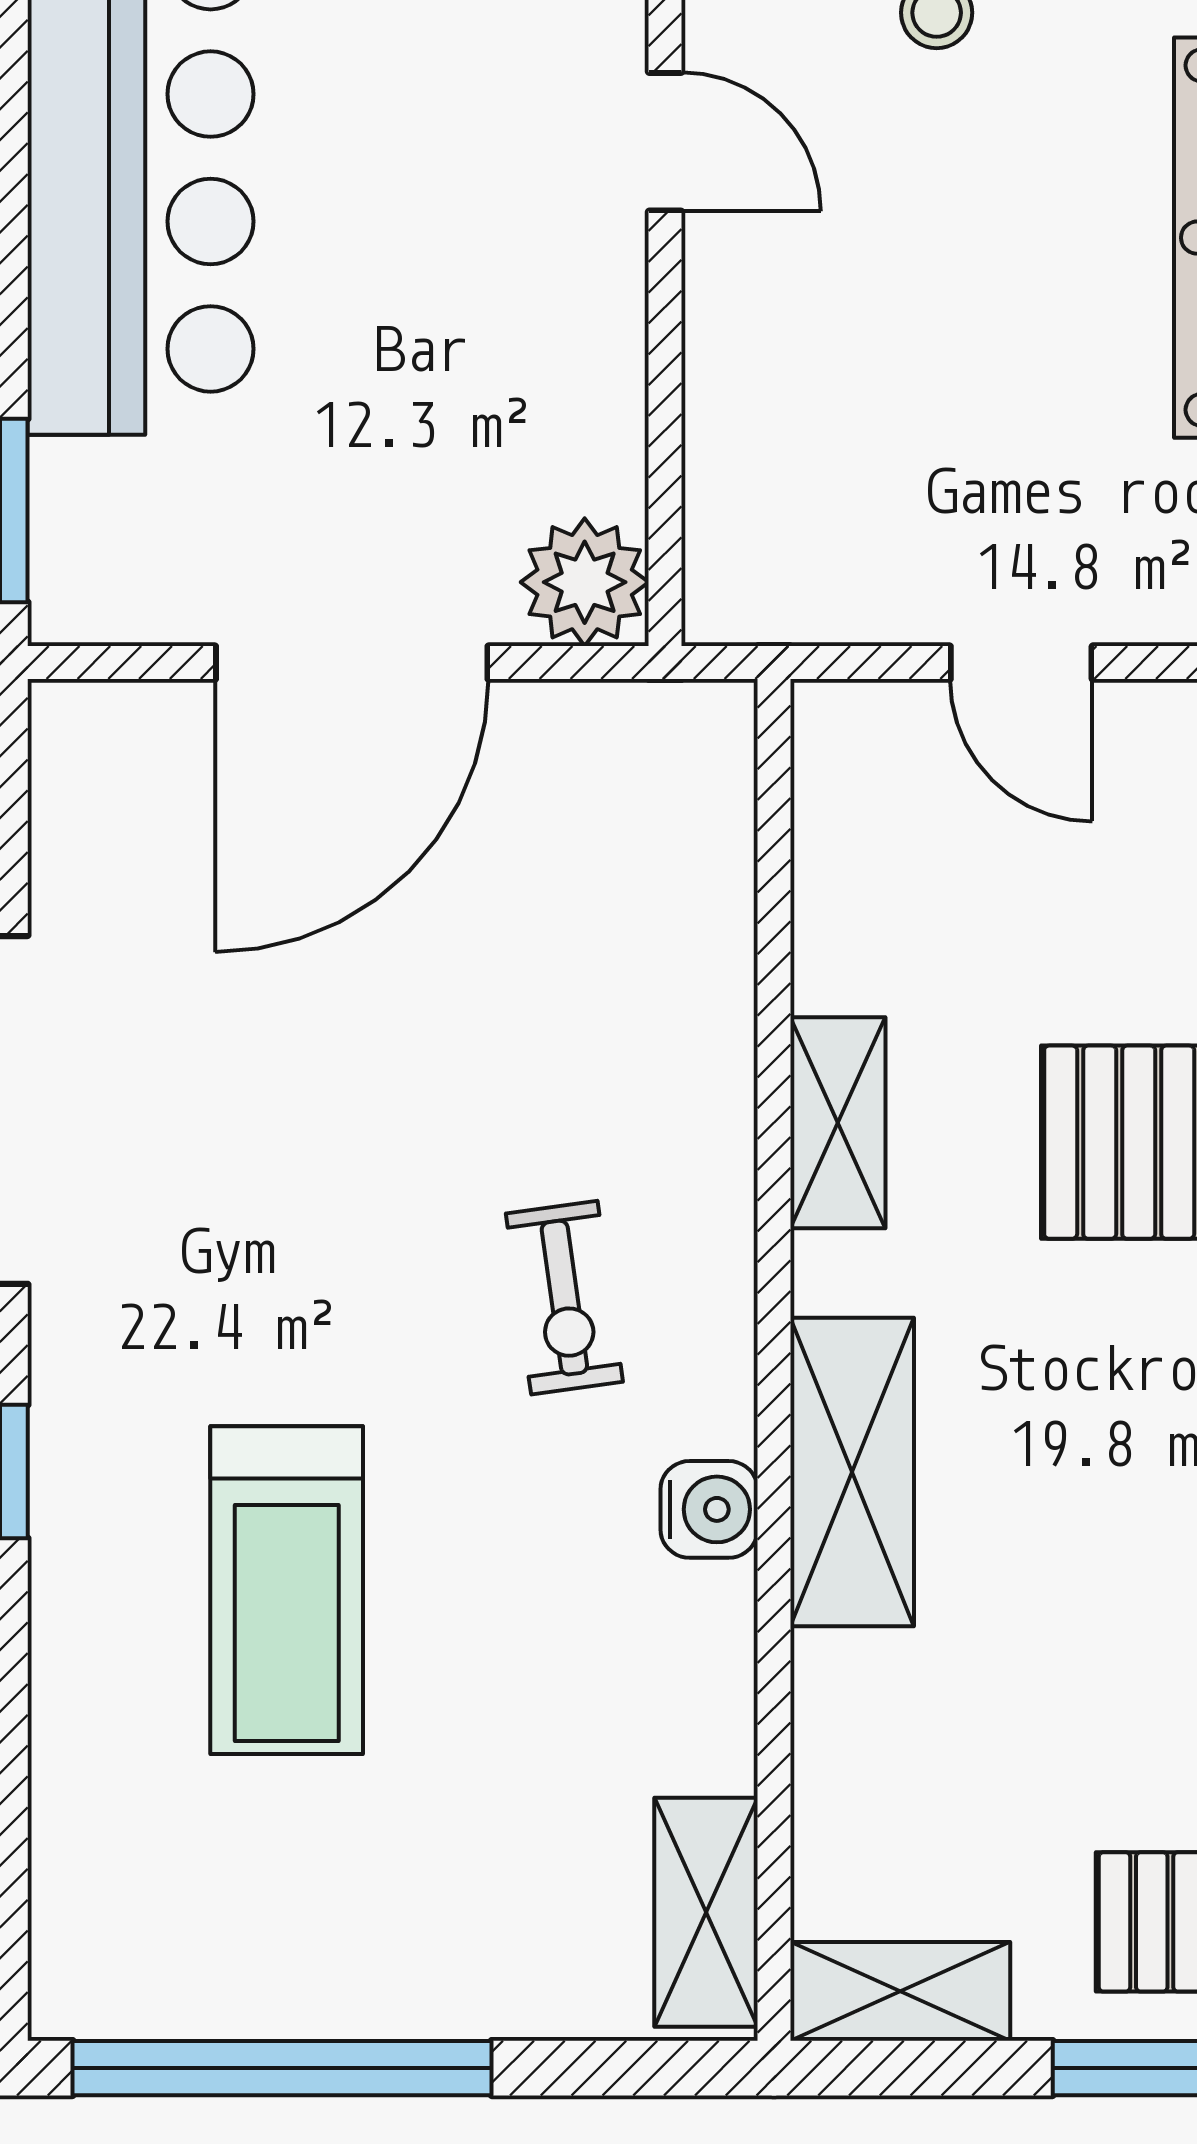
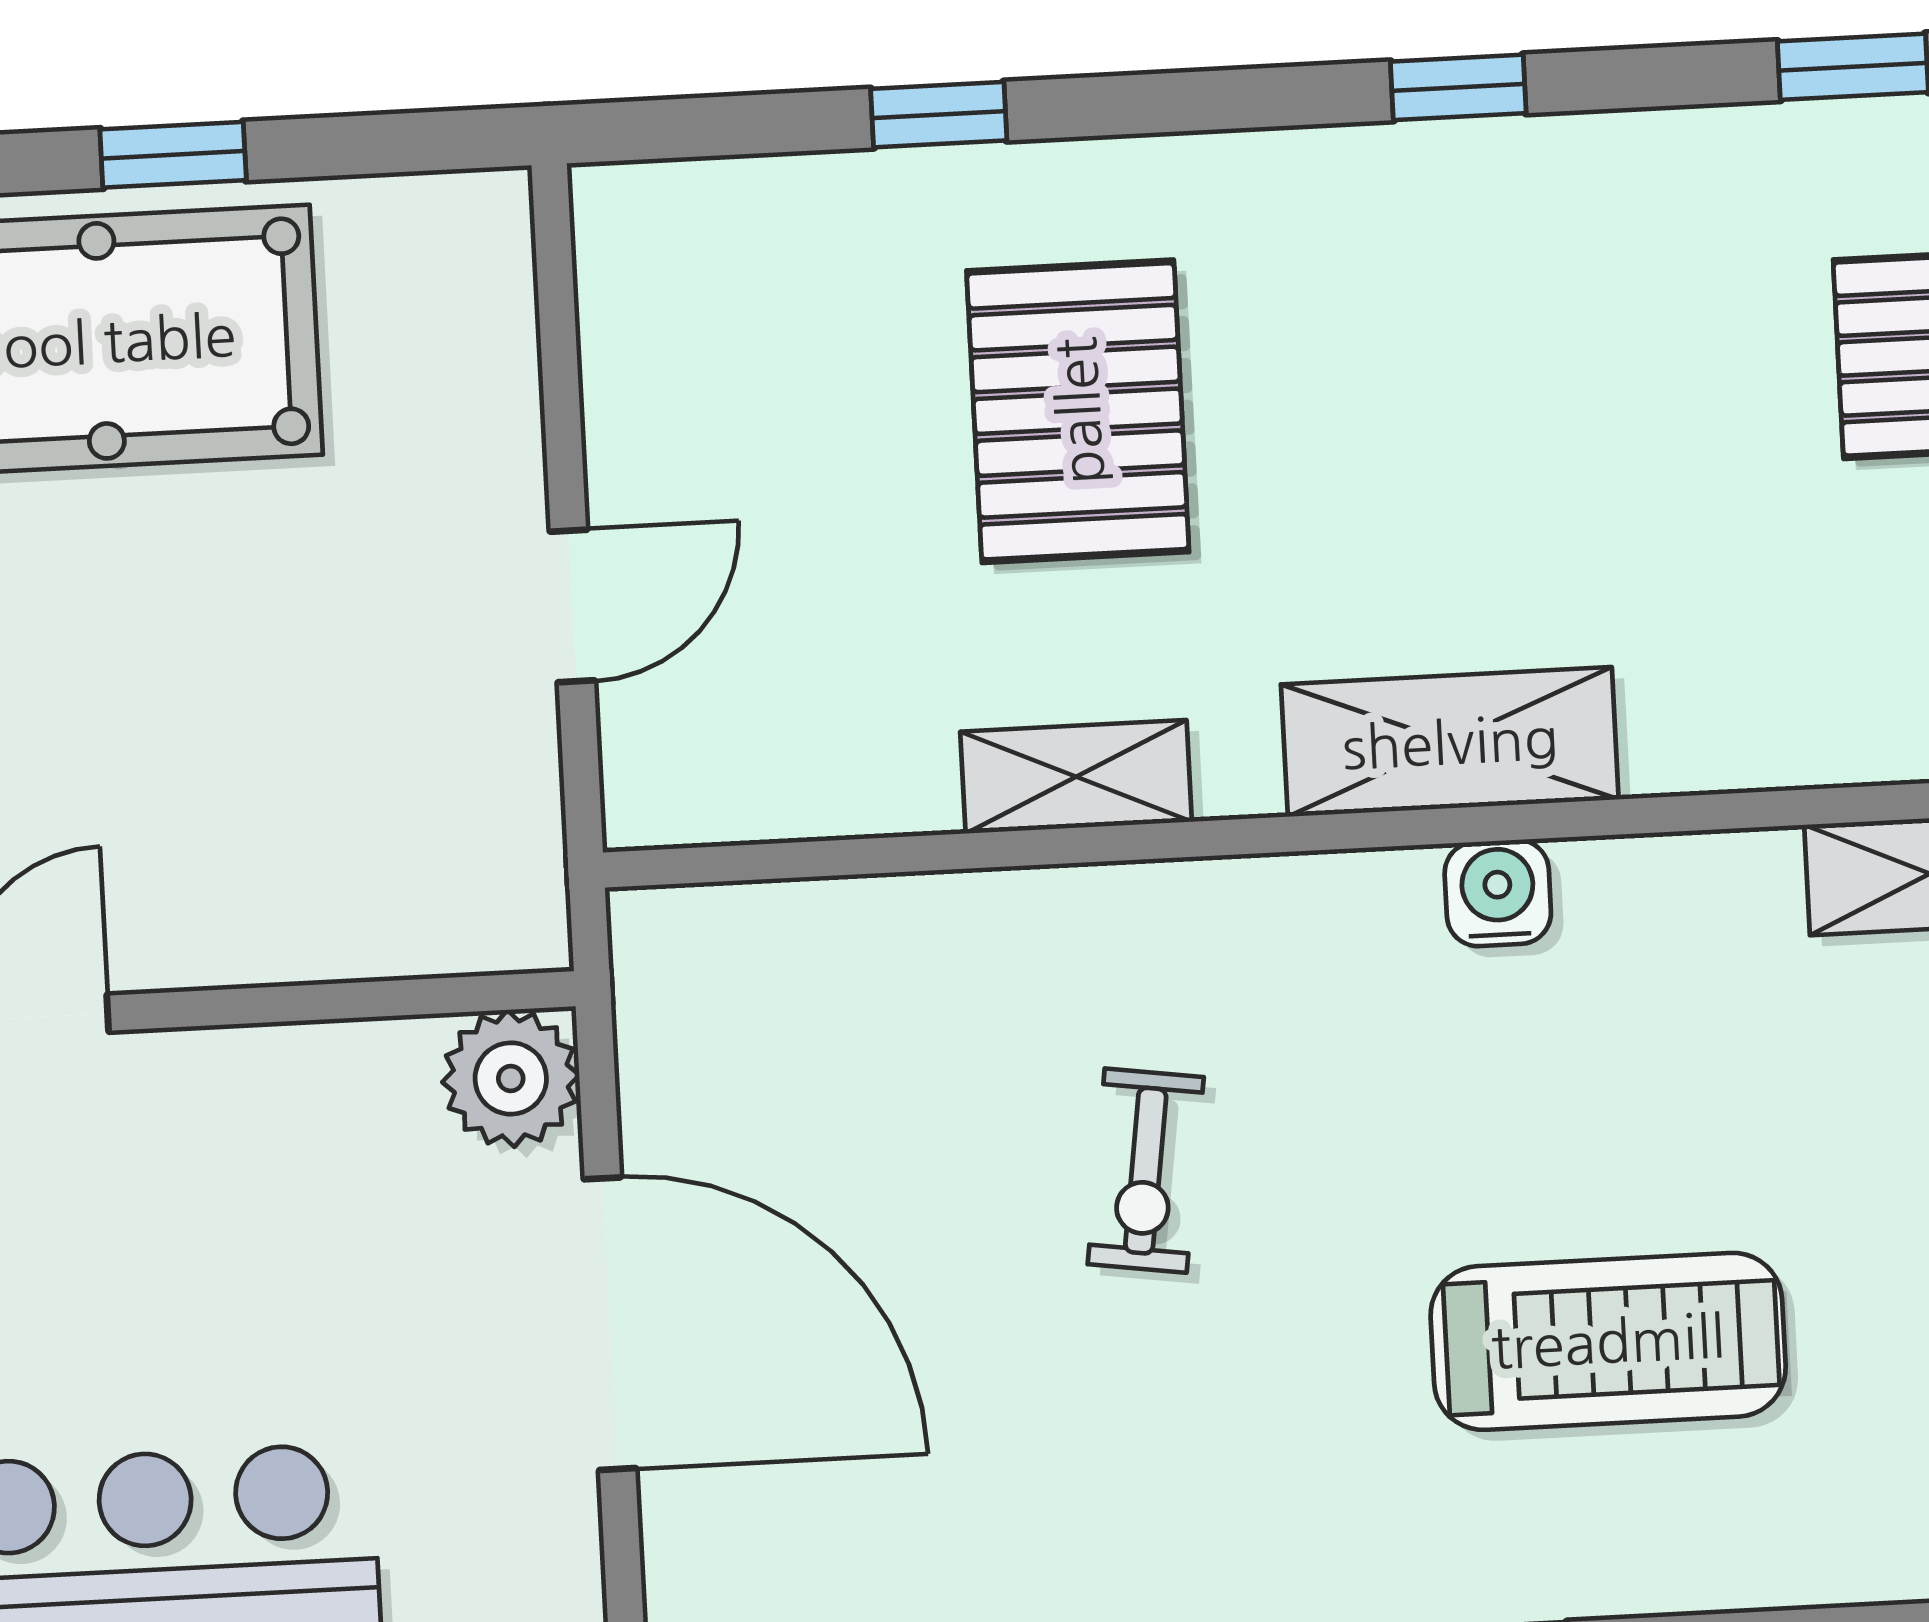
exercise bike: (564, 1298) -> (1146, 1171), moved, turned 106

